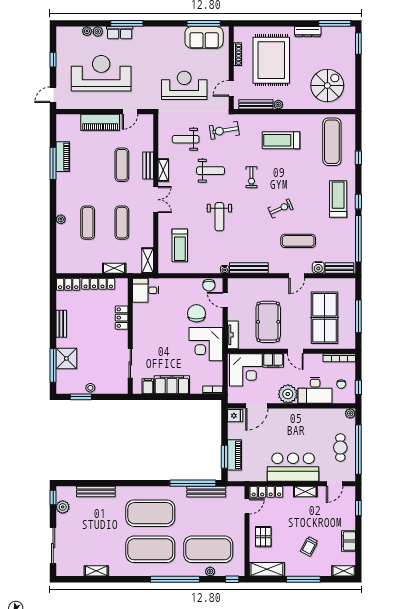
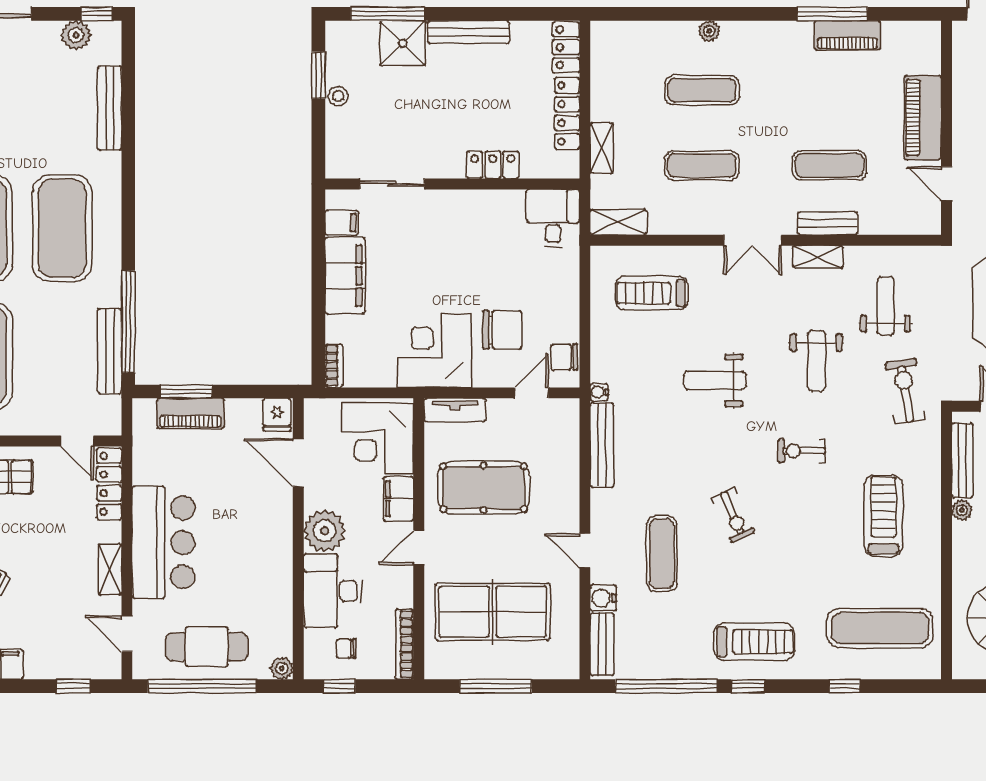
bench: (61, 324) -> (469, 32), width x1.36
cafe table: (340, 447) -> (207, 647), width x1.37, depth x1.35

